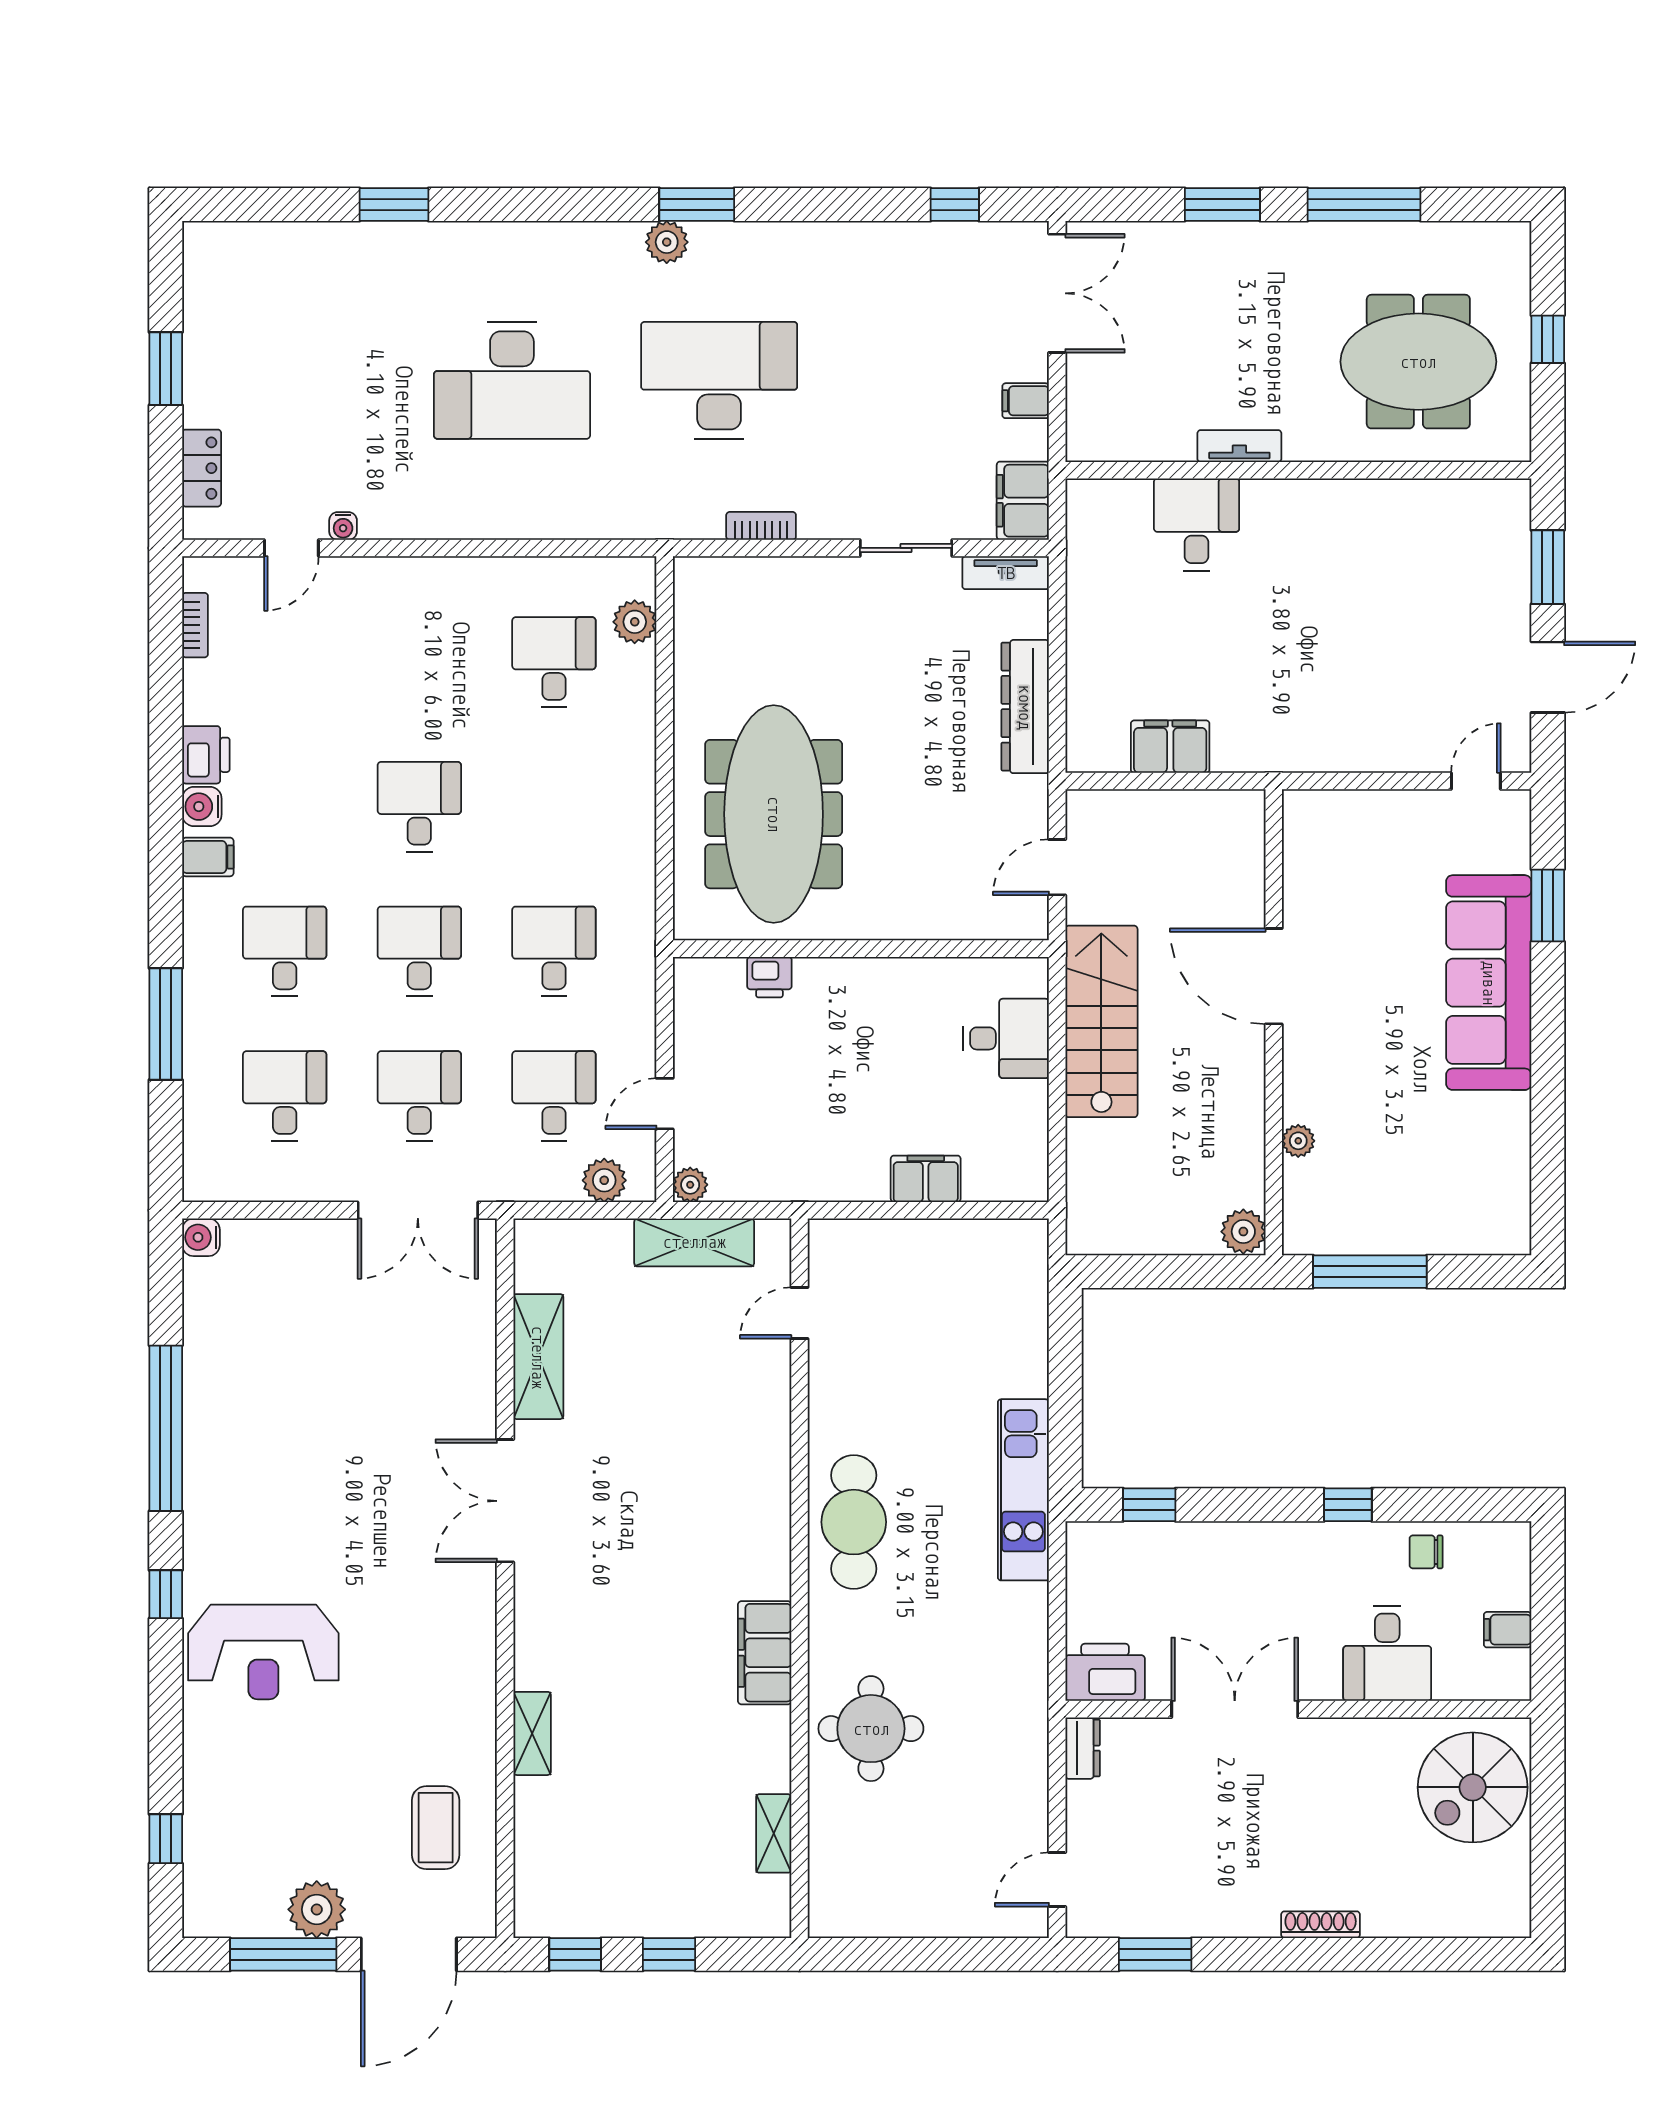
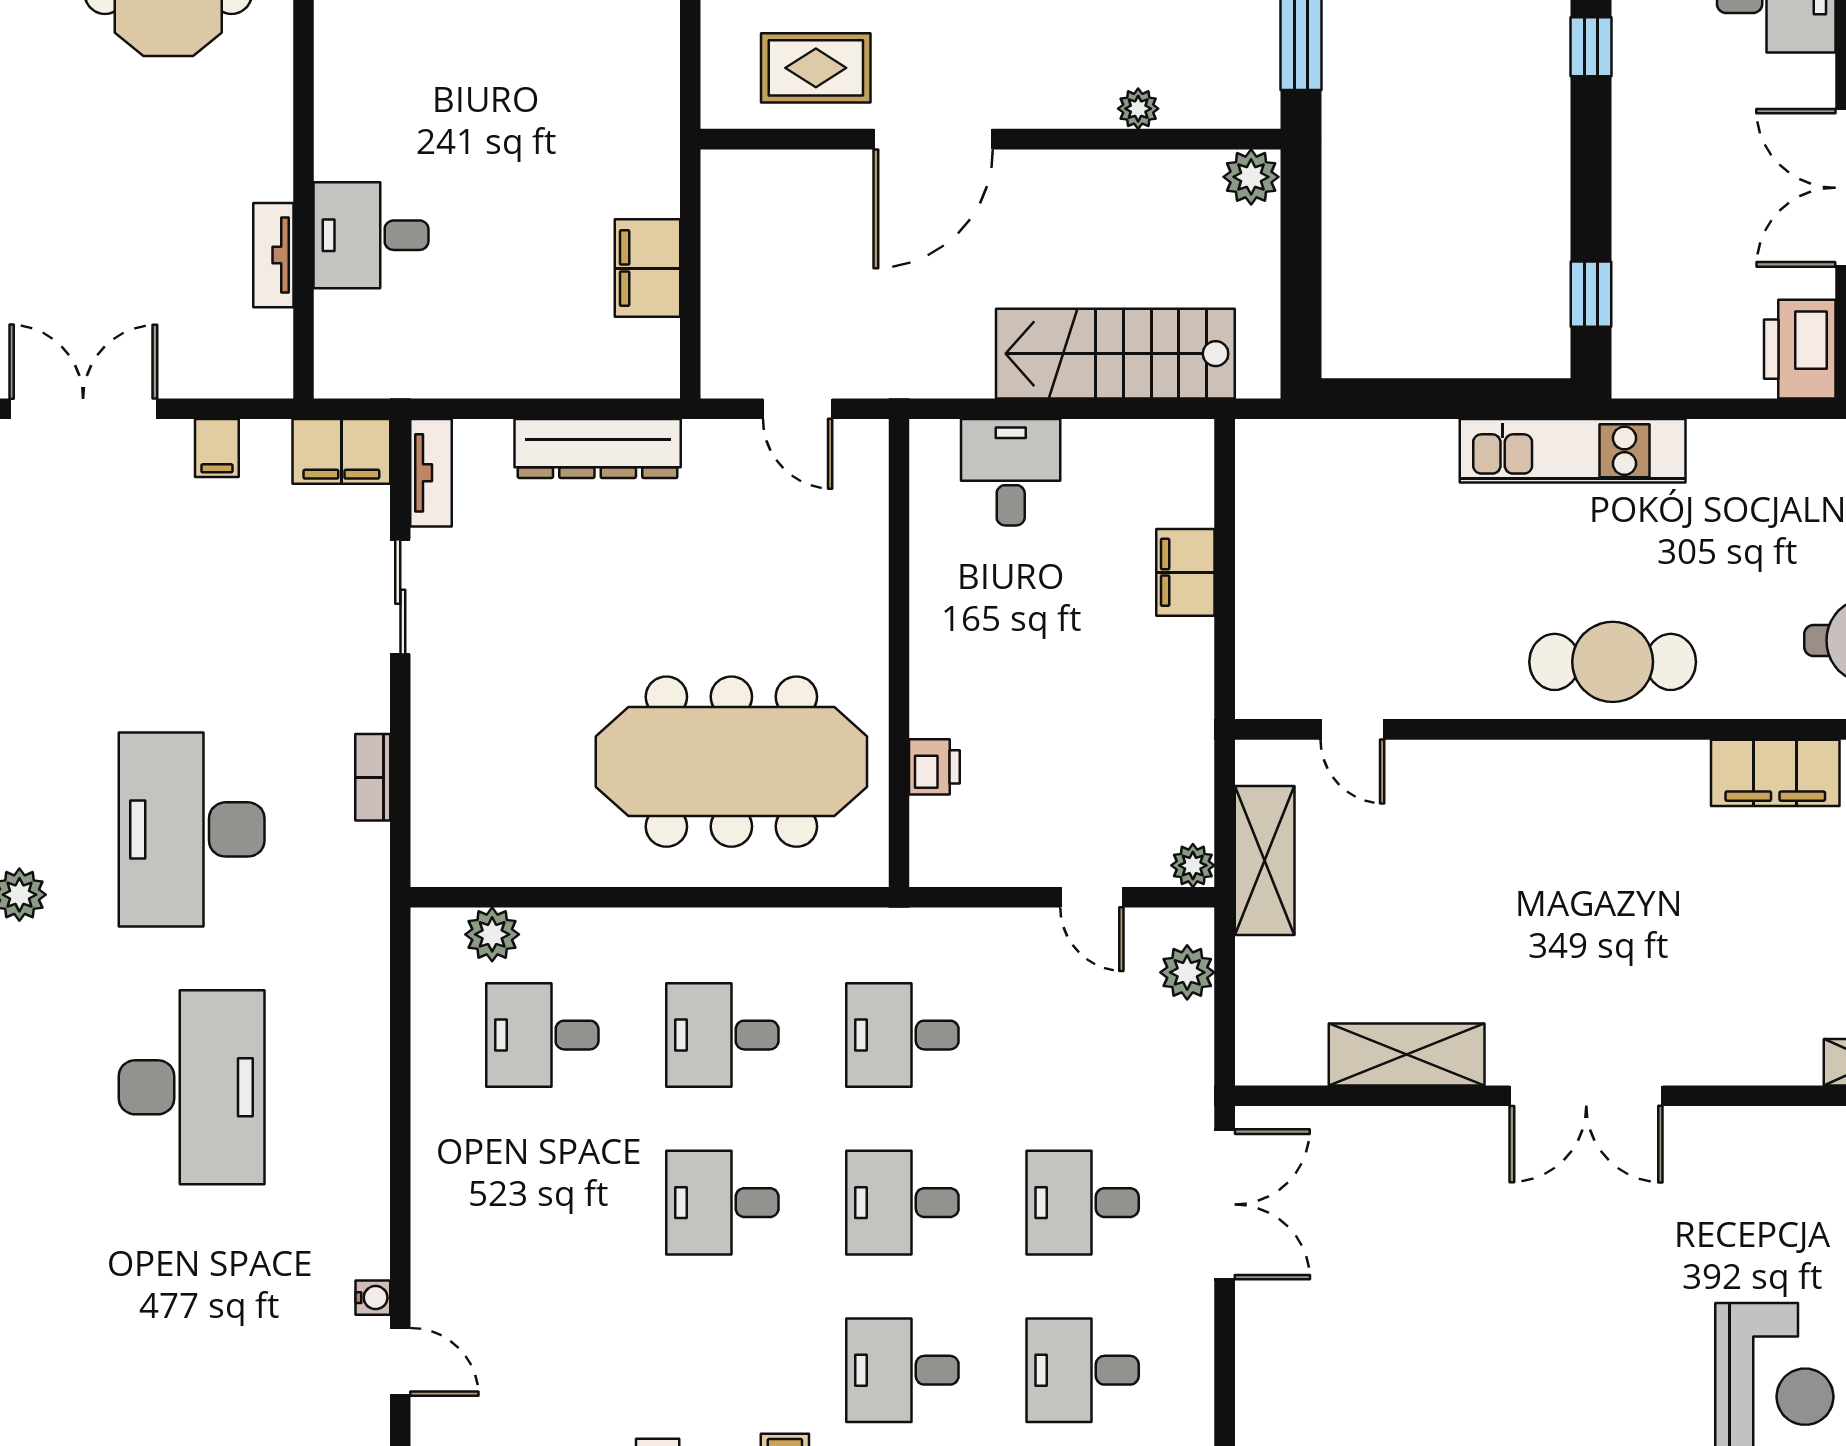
tv unit: (1239, 446) -> (273, 255), moved
rug: (1331, 882) -> (816, 68), added
stairs: (1101, 1021) -> (1115, 354), moved
desk: (554, 1096) -> (722, 1035), moved

